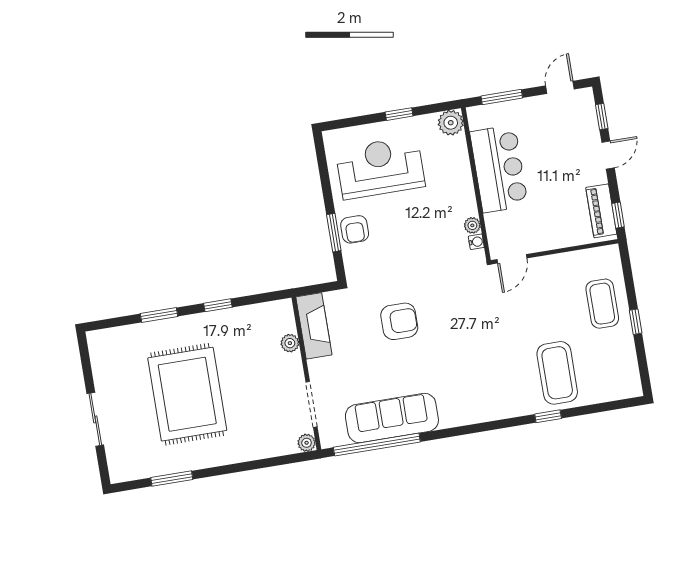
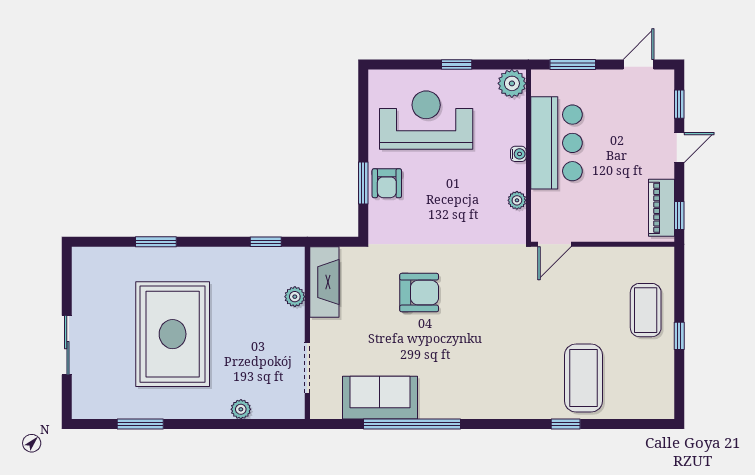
water cooler: (476, 242) -> (518, 154), moved
window: (218, 305) -> (266, 242), moved
sofa: (392, 418) -> (380, 398), width x0.73
plant: (307, 443) -> (241, 409), moved
window: (377, 445) -> (412, 424), moved

